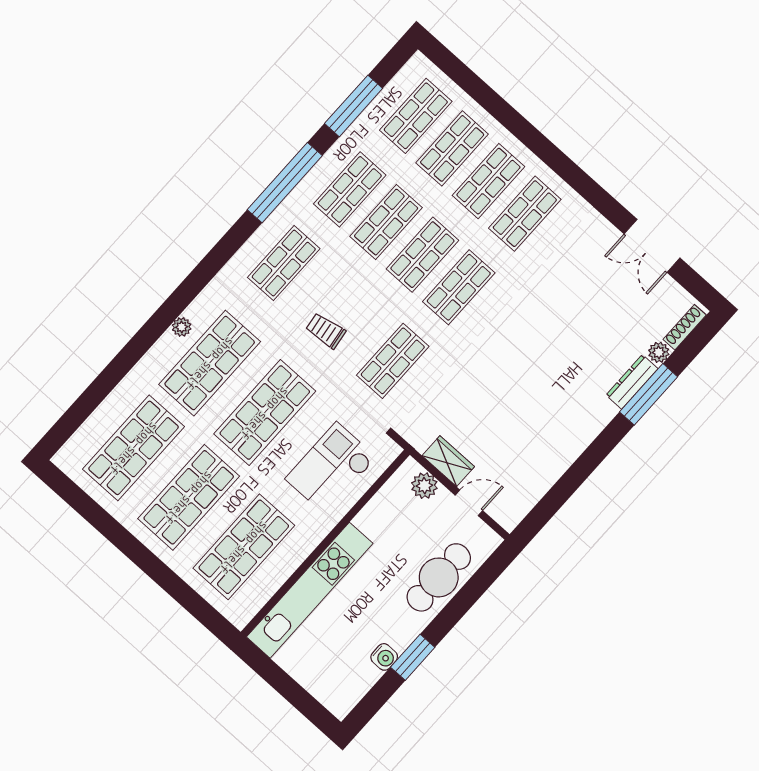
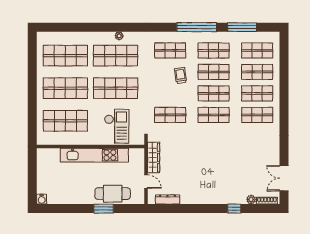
double door: (652, 246) -> (284, 178), moved
trolley: (326, 331) -> (181, 75), moved
dresser: (632, 382) -> (168, 199), moved
window: (649, 394) -> (234, 209), width x0.46
wardrobe: (448, 461) -> (154, 157), width x1.50
checkout: (331, 468) -> (117, 126), turned 90
plant: (424, 486) -> (139, 162), removed
kitchen unit: (310, 590) -> (94, 155), moved
water cooler: (384, 657) -> (42, 199), moved
window: (413, 657) -> (104, 209), moved

